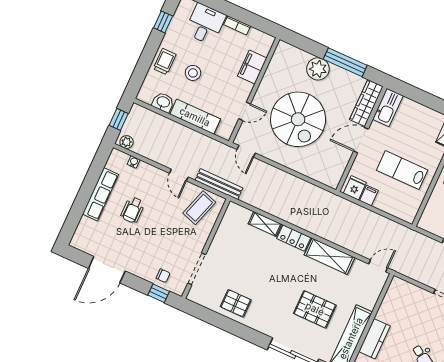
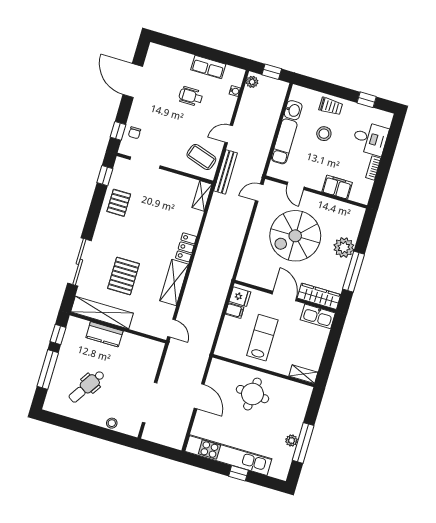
row of seats: (101, 194) -> (208, 67), width x0.68
shelving: (265, 224) -> (202, 196), moved
window: (204, 314) -> (105, 176), added

